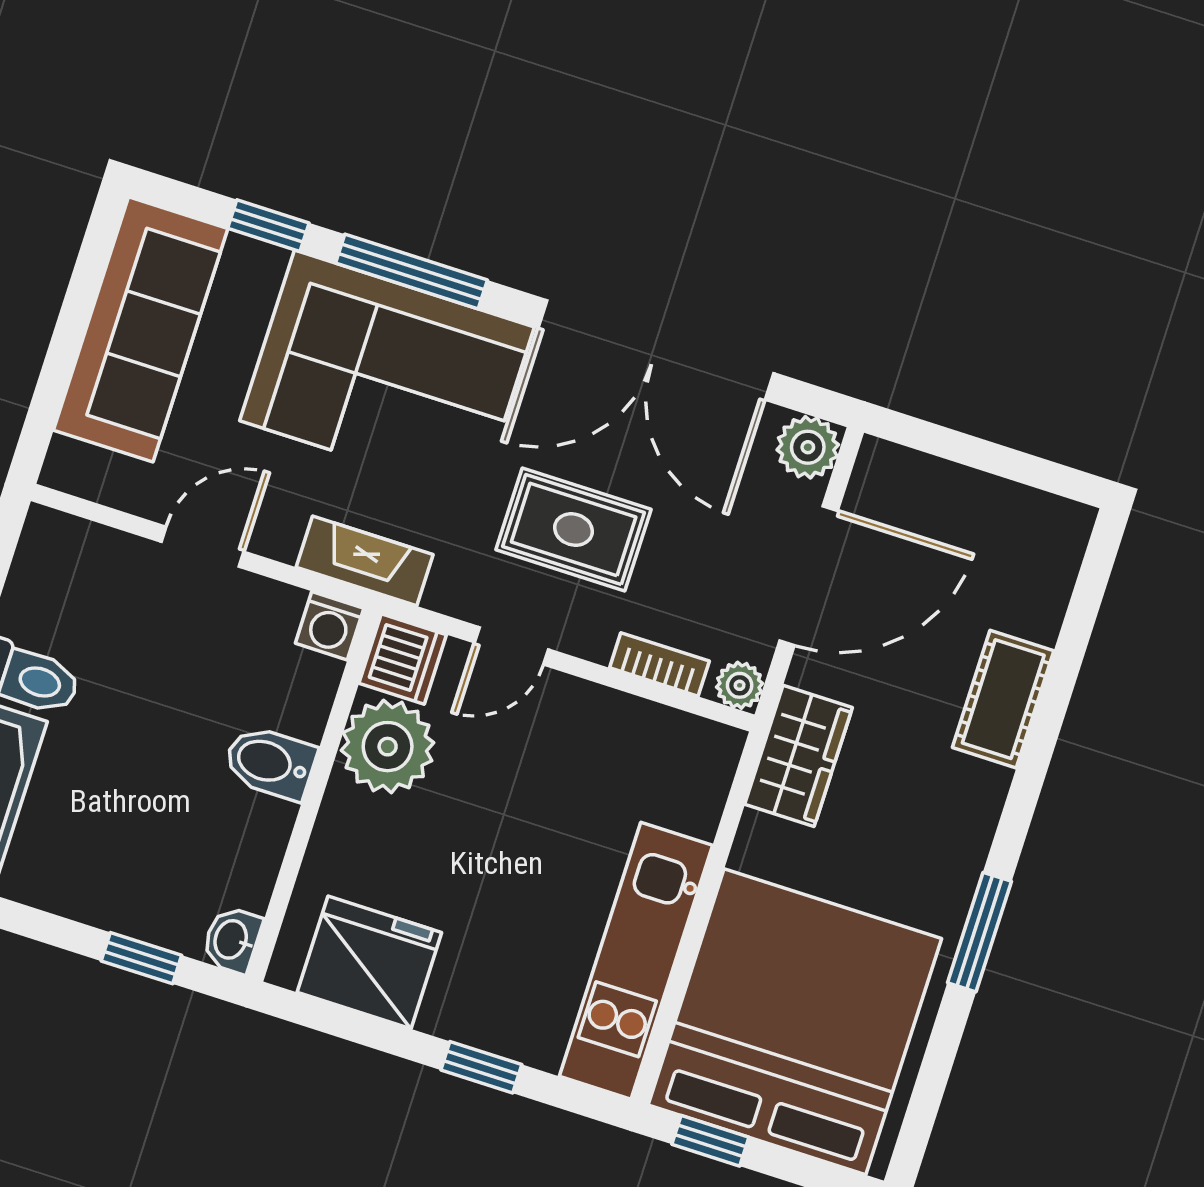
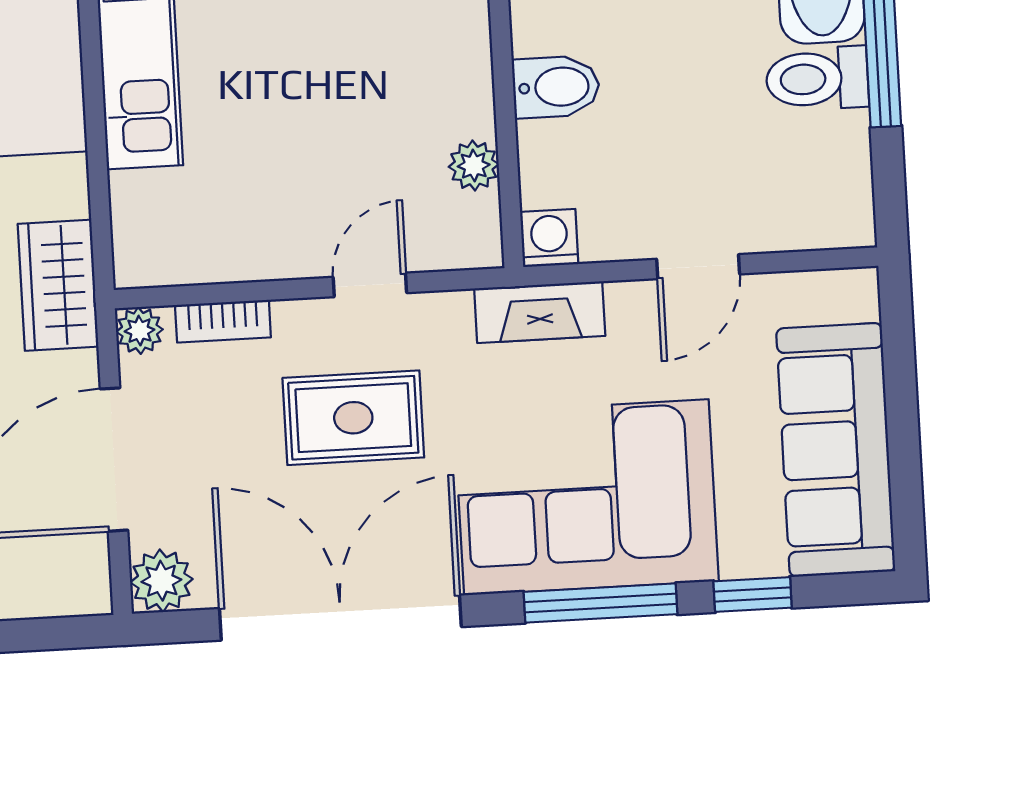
dishwasher: (403, 659) -> (468, 233), removed
plant: (388, 747) -> (474, 165), width x0.53, depth x0.53

